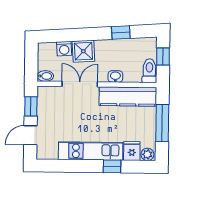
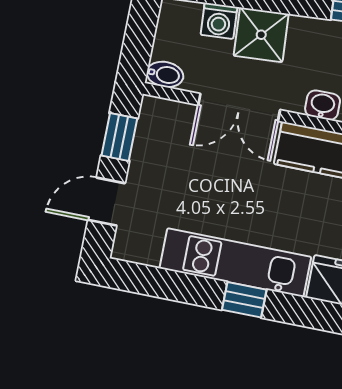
double door: (80, 84) -> (239, 107), swing flipped
window: (112, 166) -> (244, 300), moved

